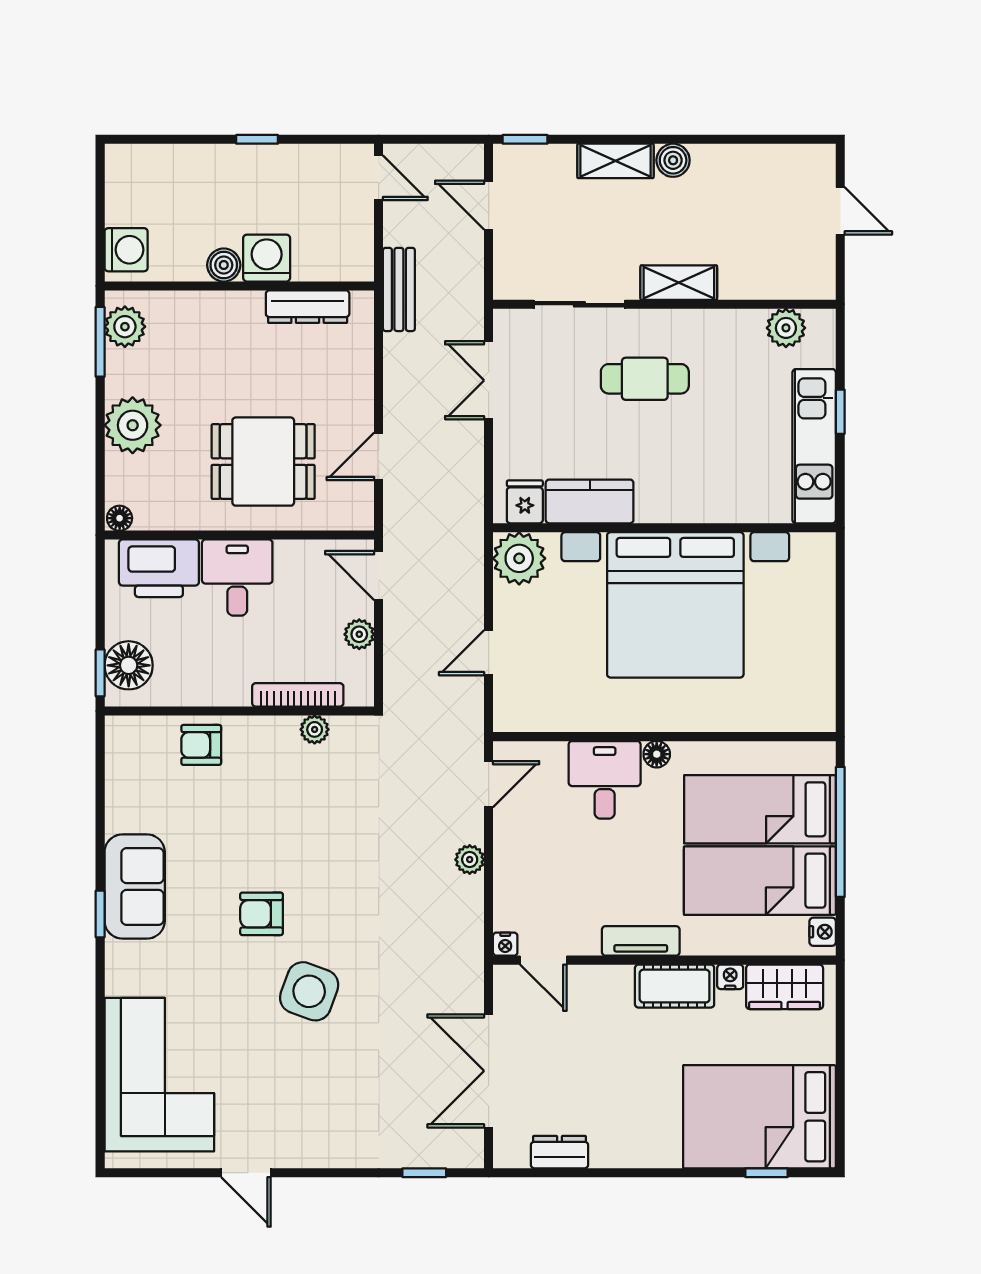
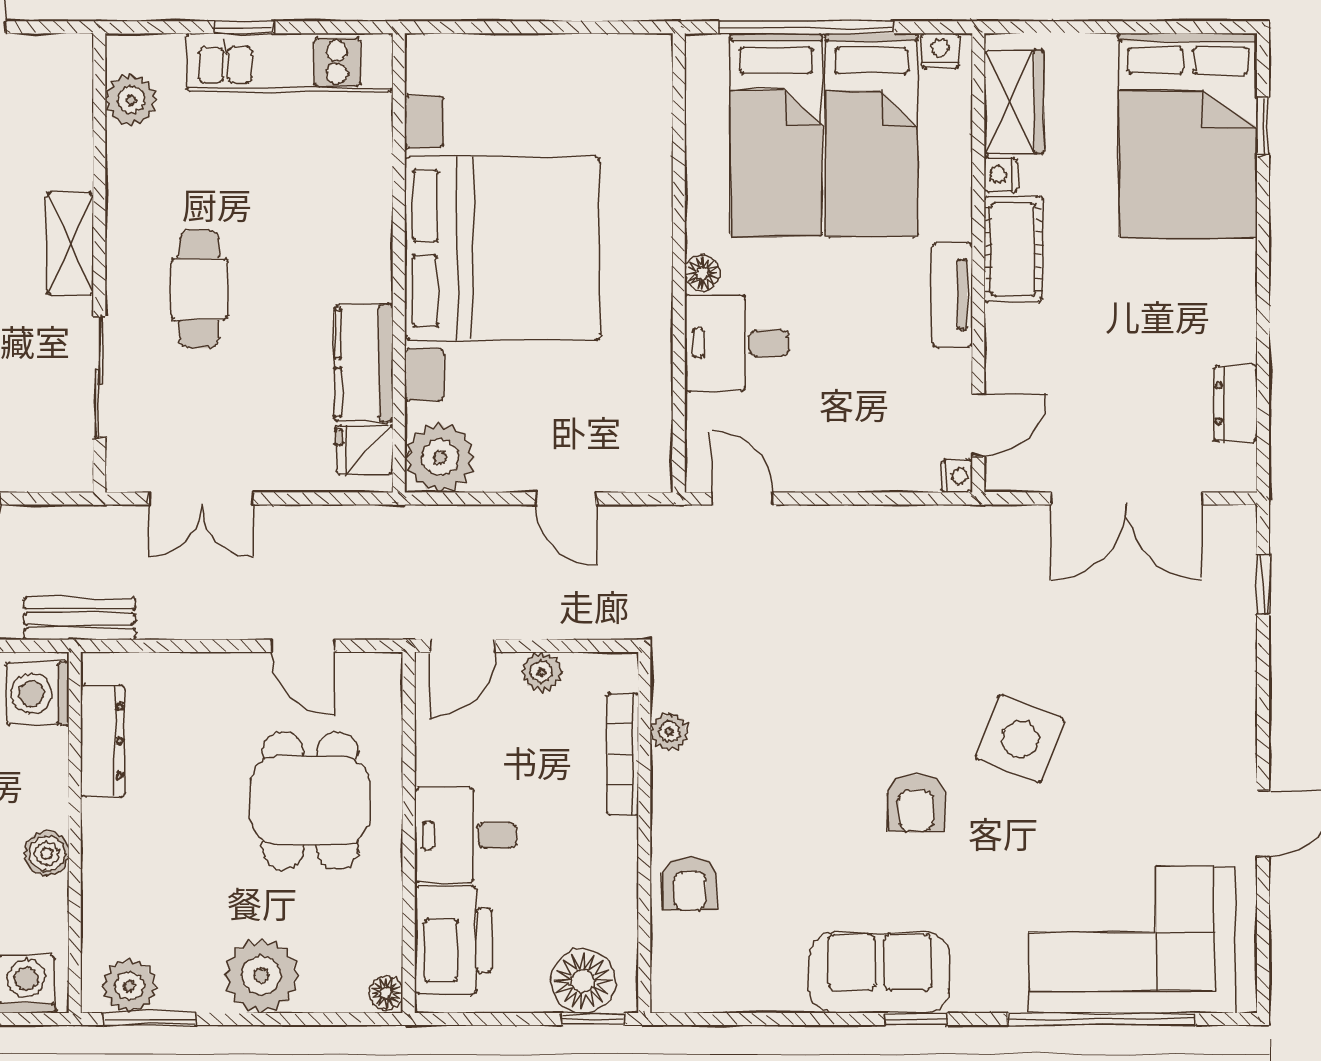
washing machine: (267, 258) -> (37, 694), moved
plant: (470, 860) -> (843, 524), removed
window: (100, 1052) -> (1101, 1019), added

